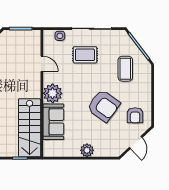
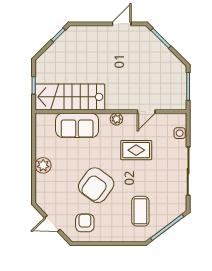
rug: (85, 55) -> (136, 150), moved, turned 90
coffee table: (125, 69) -> (140, 211), turned 90
plant: (53, 93) -> (116, 119), width x0.53, depth x0.53
armchair: (135, 115) -> (85, 223), turned 90

